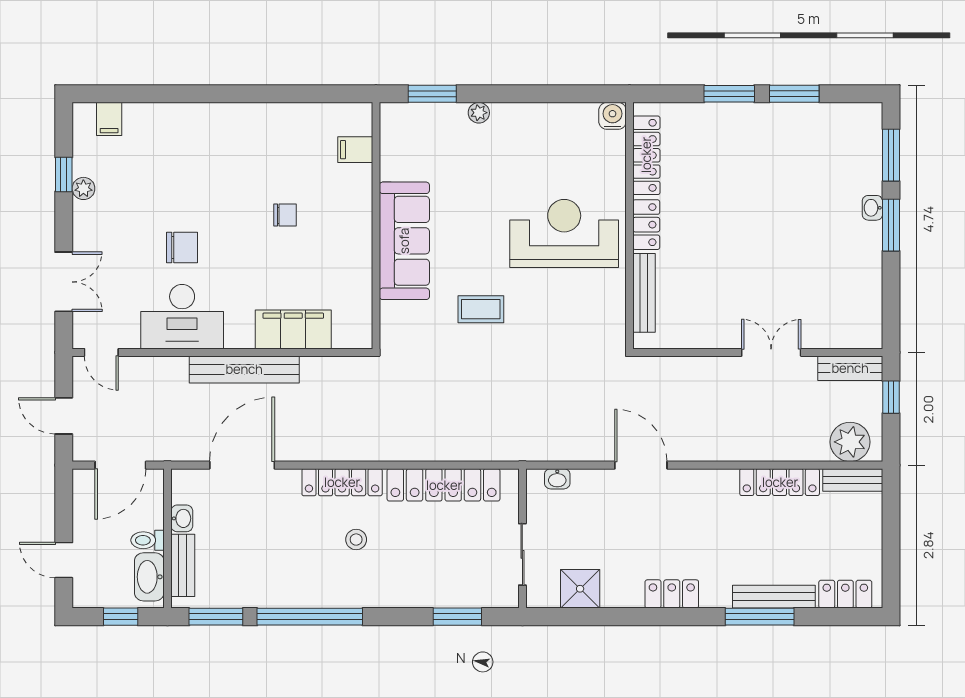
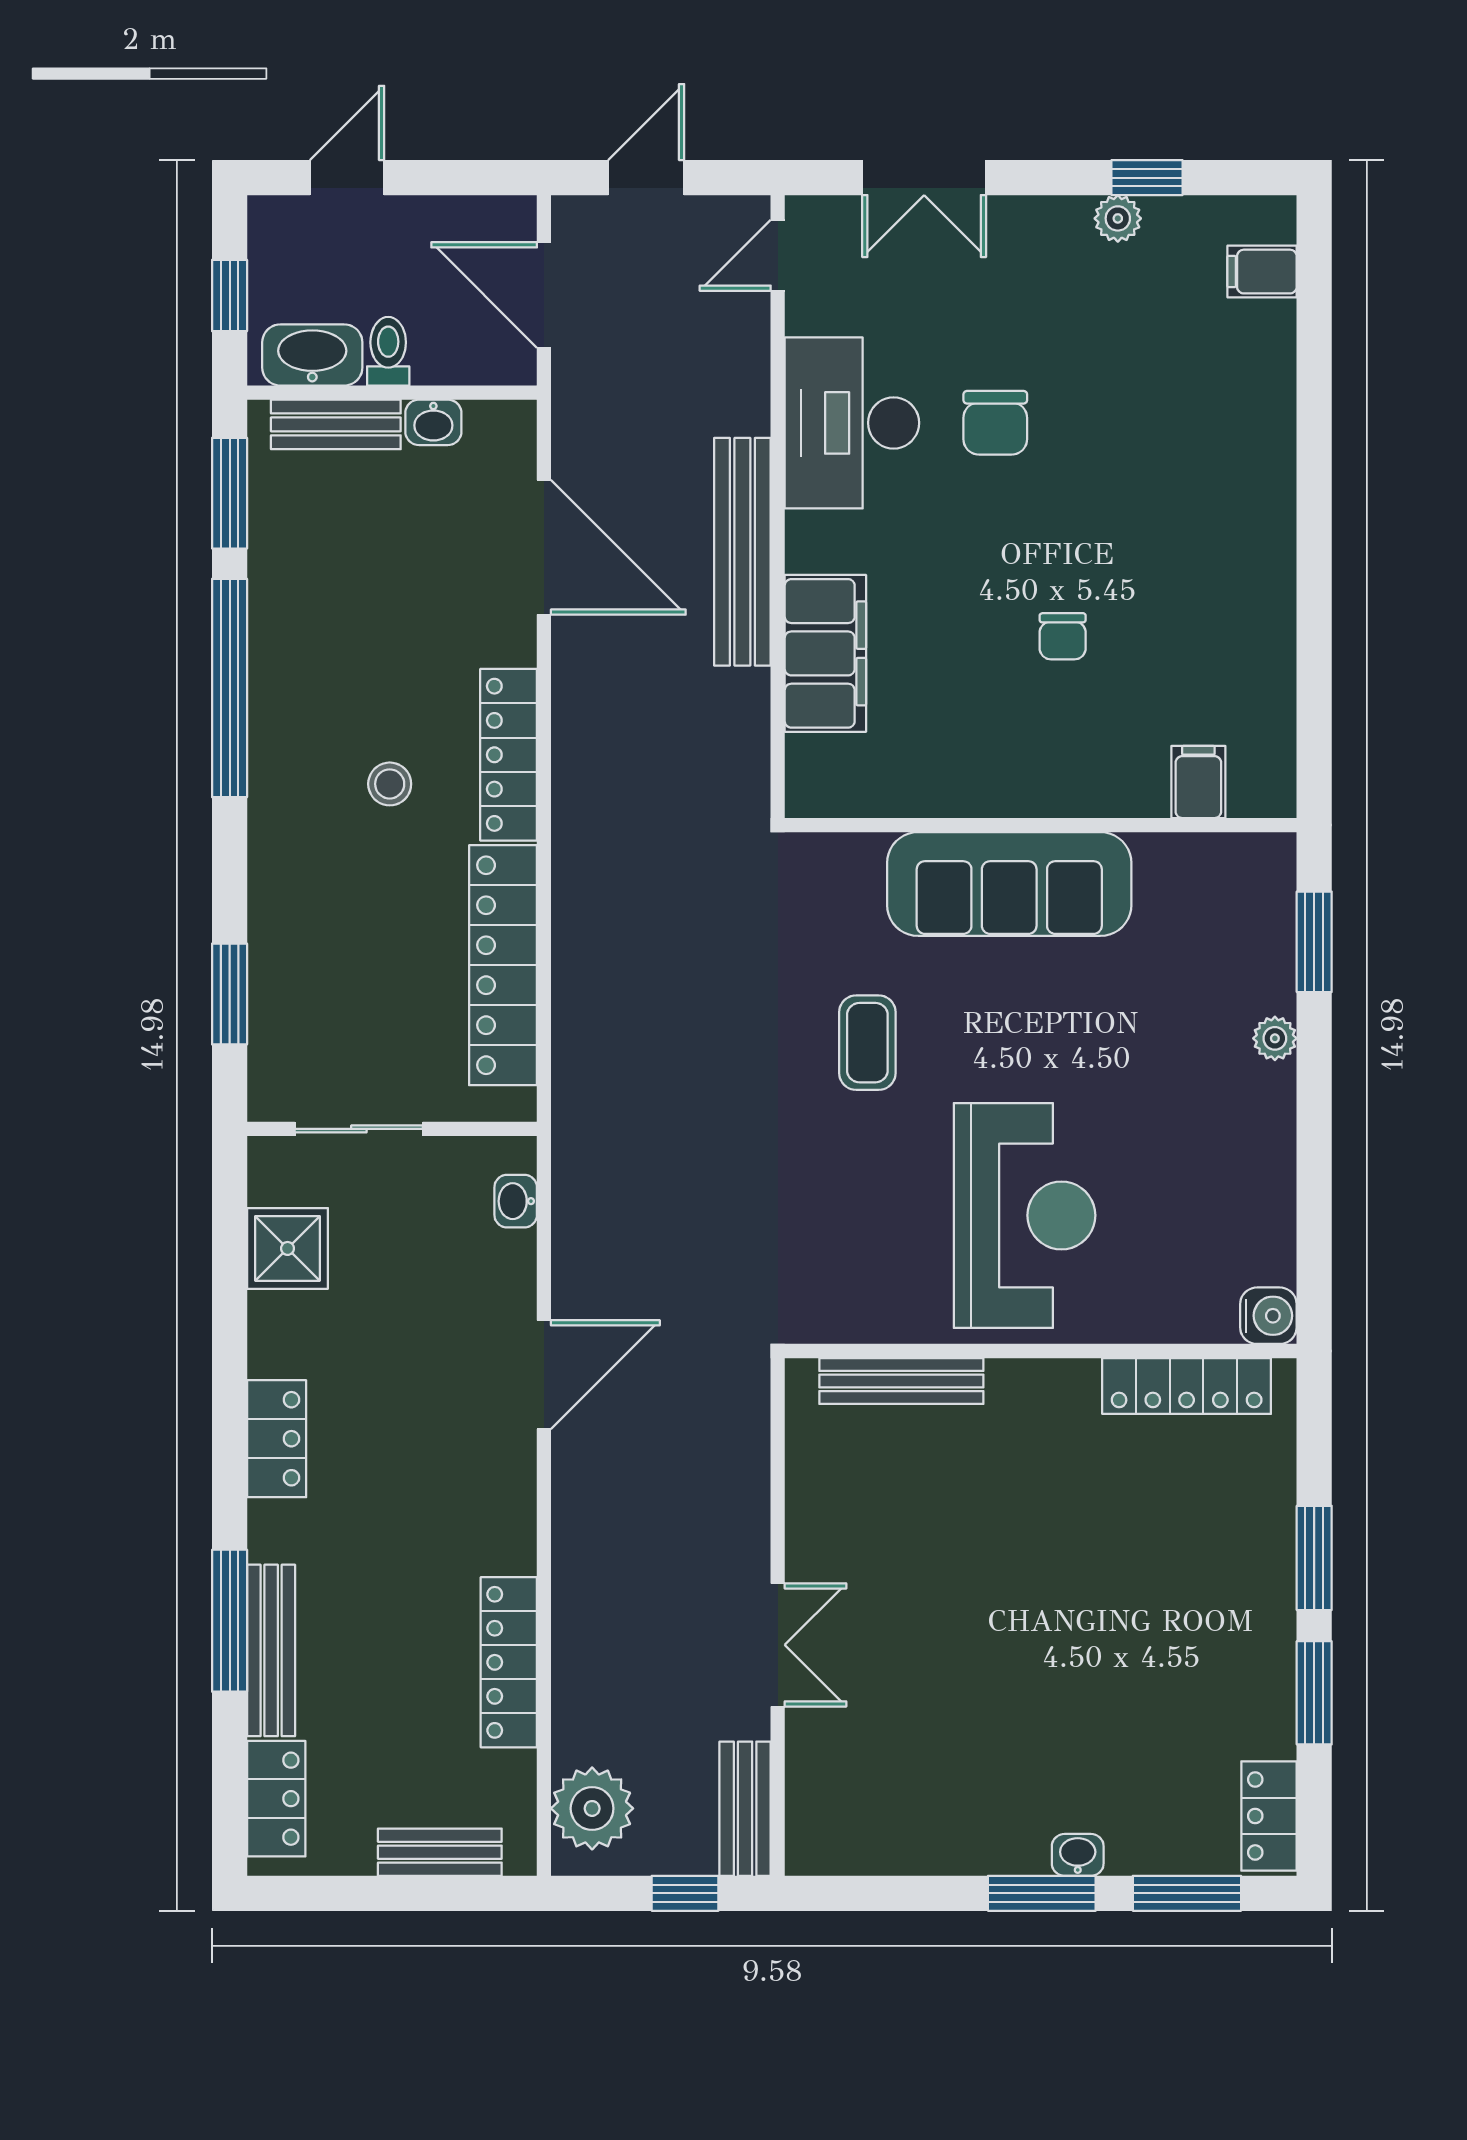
locker: (646, 225) -> (1269, 1816), moved, turned 90
bench: (853, 480) -> (440, 1852), moved, turned 90

